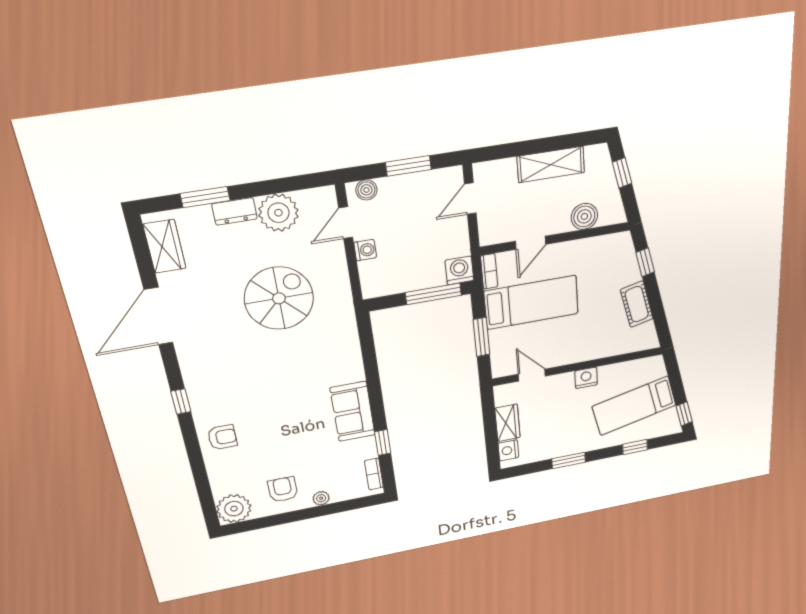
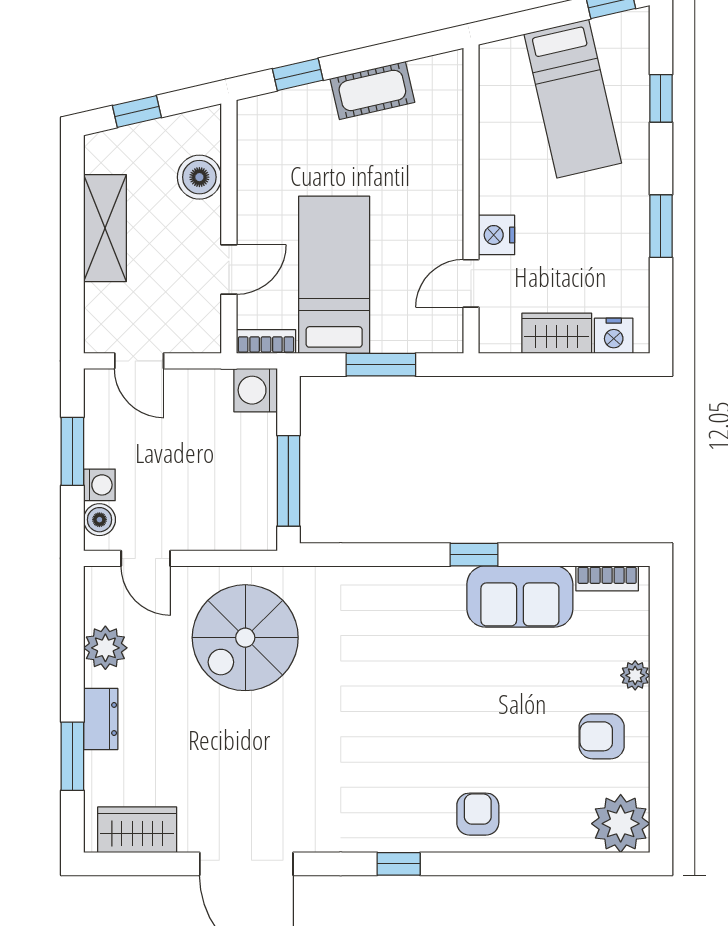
plant: (278, 213) -> (105, 648), width x0.73, depth x0.73
door: (530, 243) -> (229, 269), hinge flipped
washing machine: (365, 250) -> (99, 485), moved, turned 90
window: (433, 294) -> (288, 481), moved
spiral stairs: (279, 298) -> (245, 638), moved, turned -90
nightstand: (586, 378) -> (497, 235), moved
sofa: (353, 412) -> (520, 596), moved
window: (383, 442) -> (474, 555), moved

